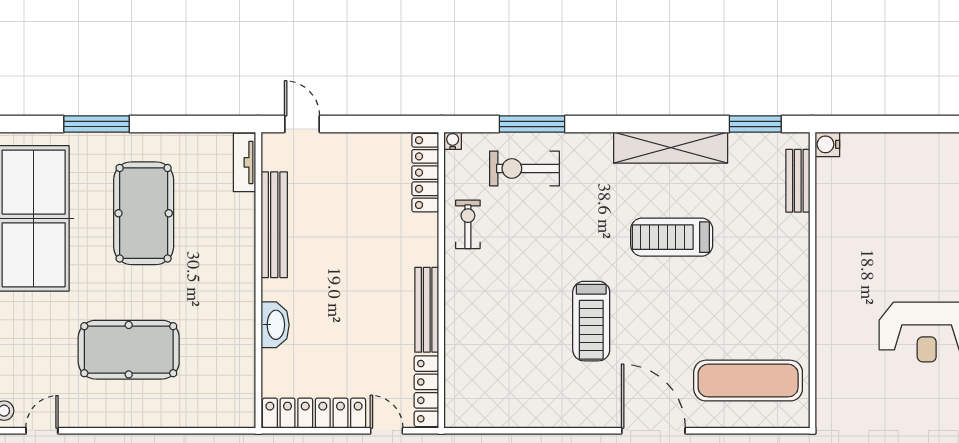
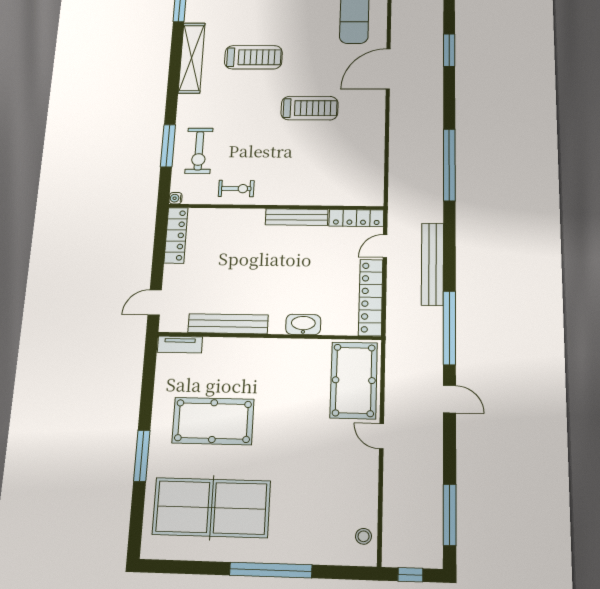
locker: (425, 173) -> (176, 235), moved, turned -90
exercise bike: (468, 224) -> (236, 189), turned 180
treadmill: (672, 237) -> (253, 57), turned -90
pool table: (129, 350) -> (354, 380), moved
door: (42, 431) -> (382, 436), moved

